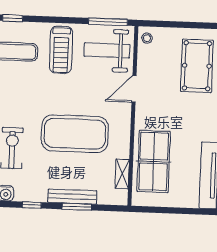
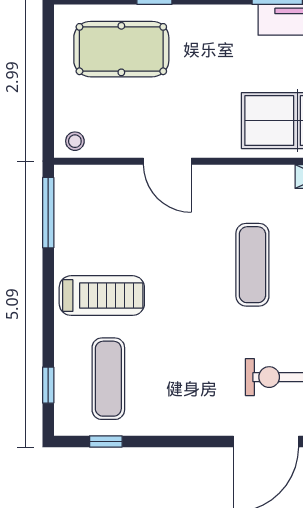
weight bench: (107, 50) -> (100, 213), removed
exercise mat: (75, 134) -> (252, 265), width x0.50, depth x0.69

